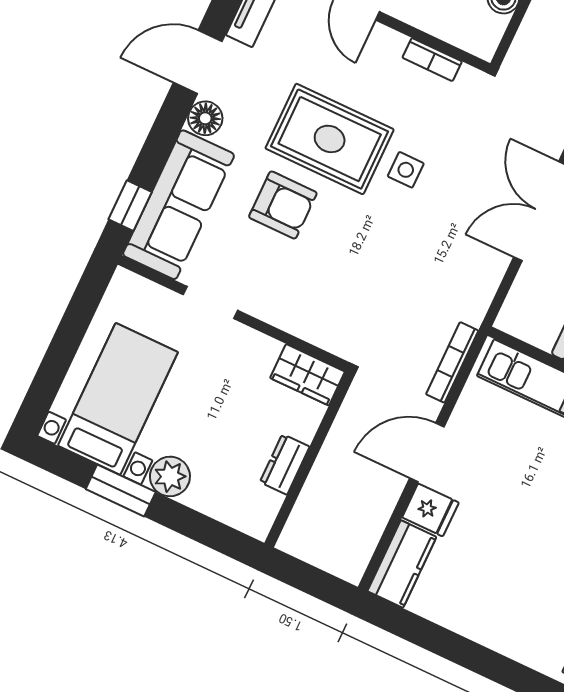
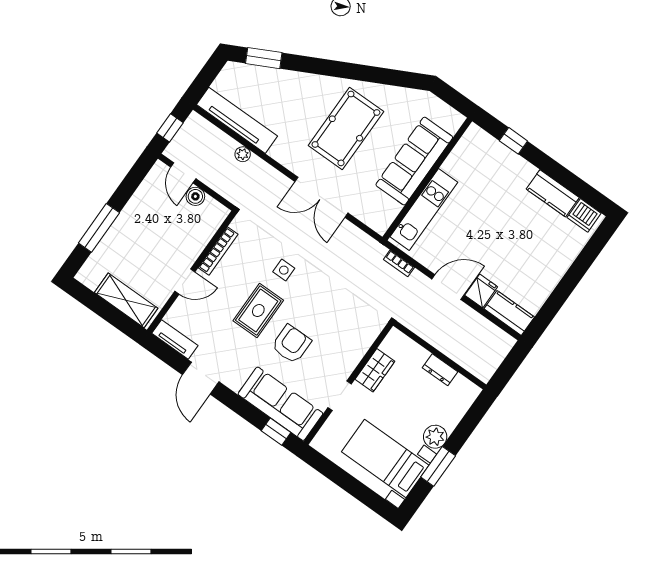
bookcase: (432, 60) -> (218, 251), width x1.56
floor lamp: (205, 118) -> (234, 380), removed
rug: (330, 139) -> (258, 311), width x0.73, depth x0.70
bookcase: (452, 362) -> (399, 263), width x0.64
wardrobe: (307, 375) -> (375, 370), moved
door: (427, 453) -> (448, 287), swing flipped

